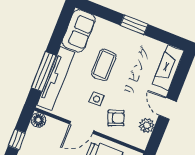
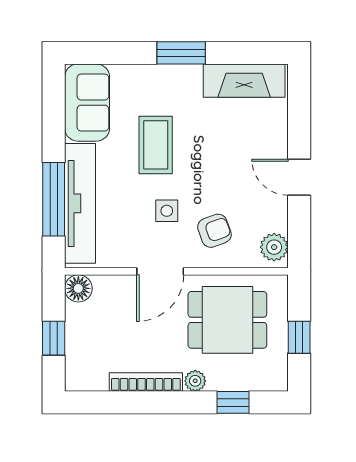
fireplace: (168, 67) -> (244, 81), moved, turned -90
plant: (147, 125) -> (274, 247), moved

